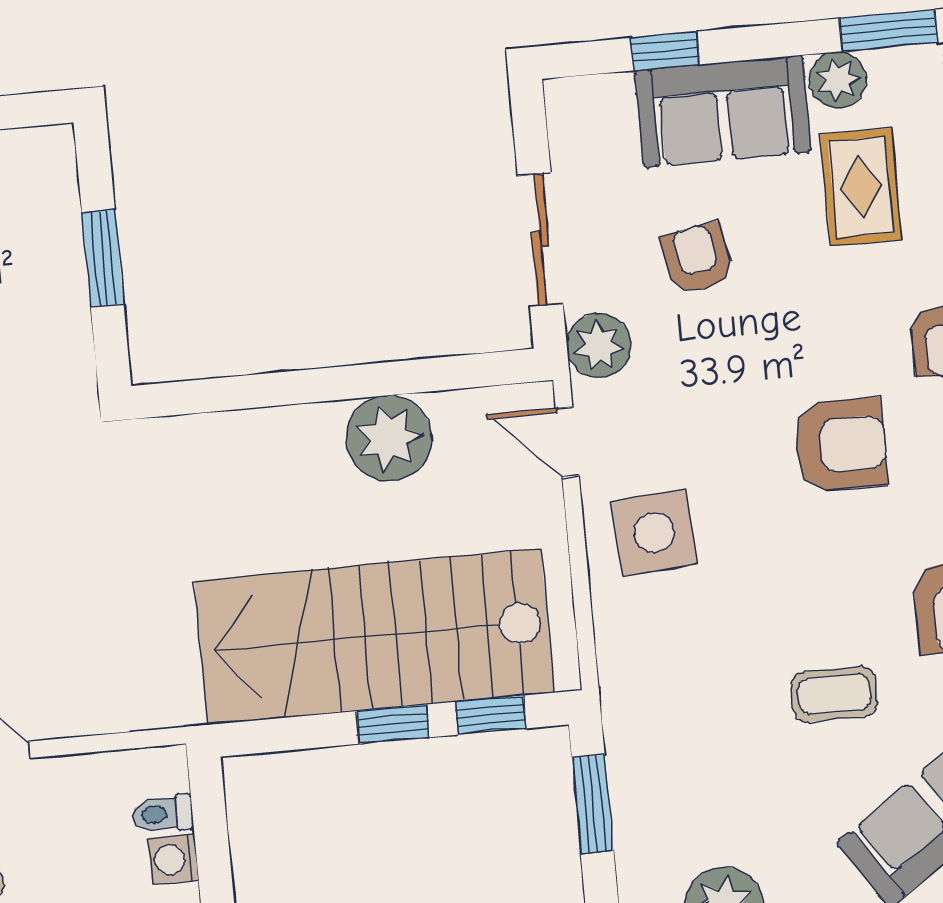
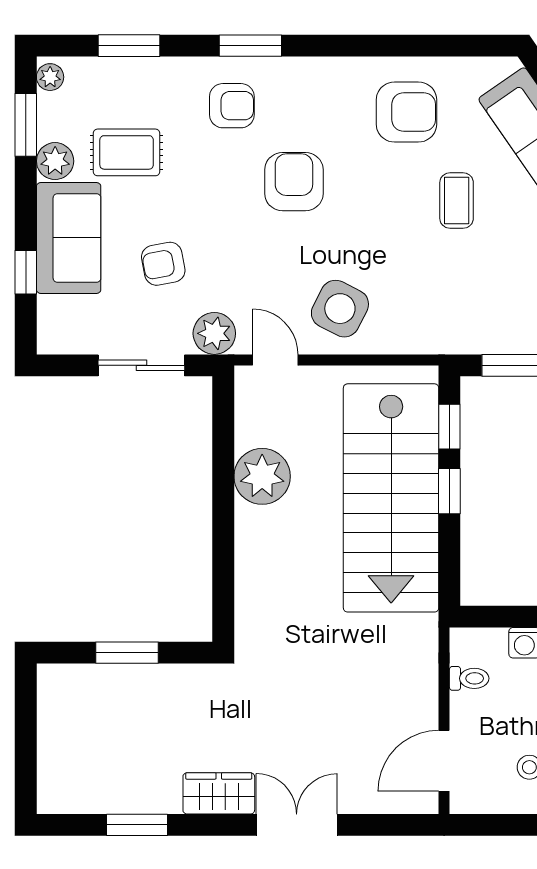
door: (567, 442) -> (275, 360), swing flipped
side table: (654, 533) -> (340, 309), turned 31
toilet: (163, 814) -> (469, 678), moved, turned -90

